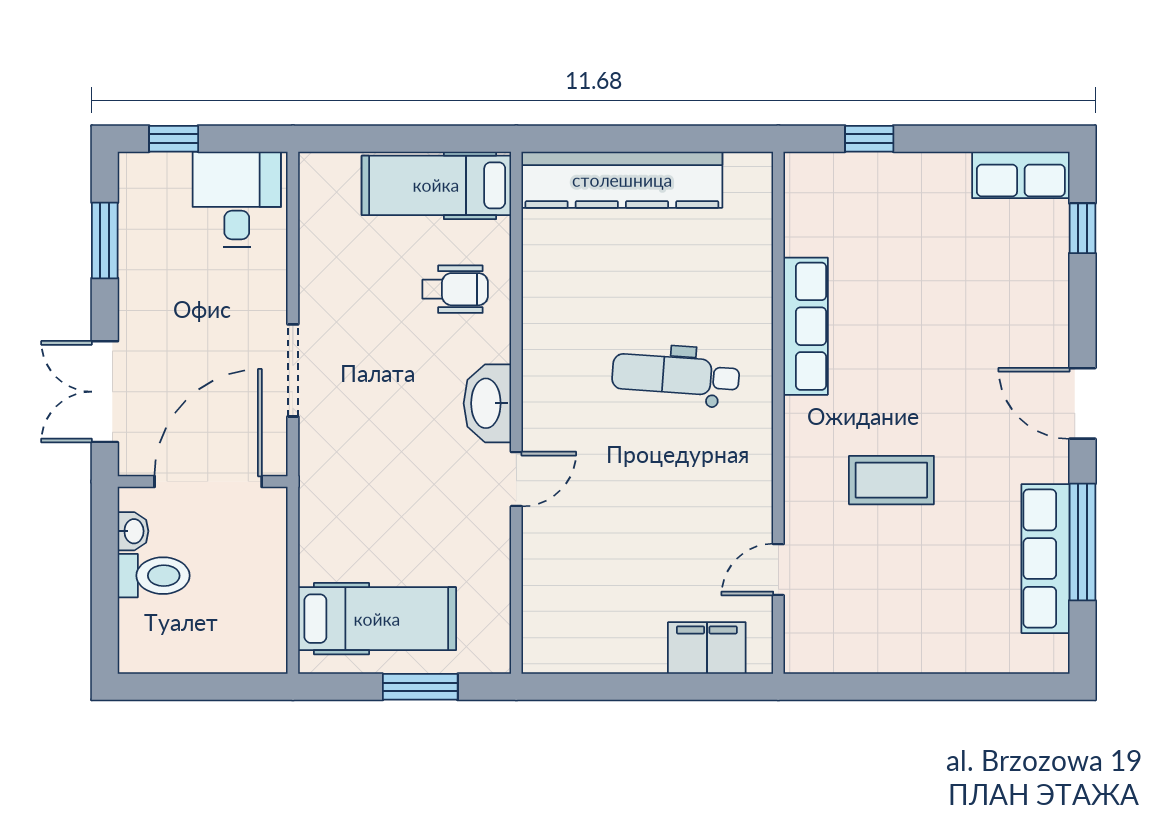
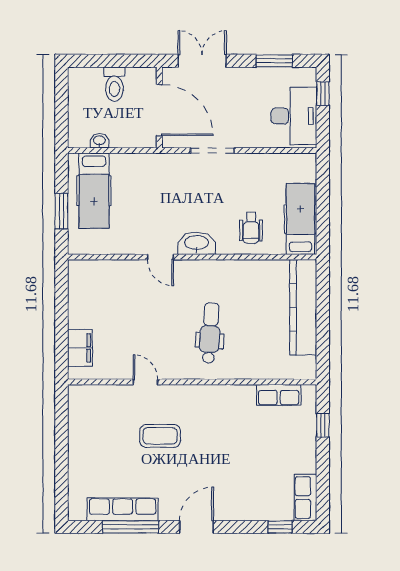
desk: (237, 199) -> (294, 116), width x1.37
row of seats: (806, 326) -> (279, 395), moved, width x0.68
coffee table: (891, 480) -> (160, 436), turned 90
washbasin: (133, 531) -> (99, 141), moved, turned 180
door: (778, 570) -> (145, 382), moved

